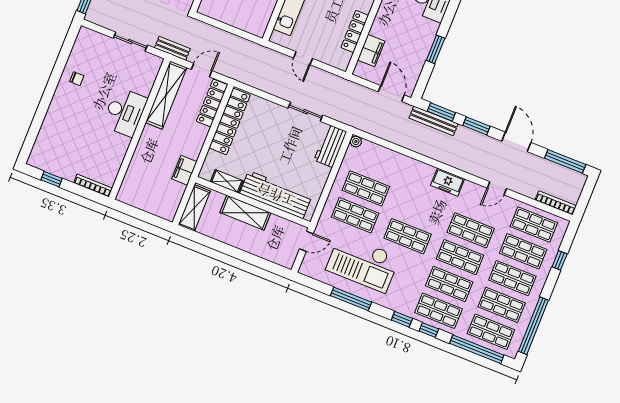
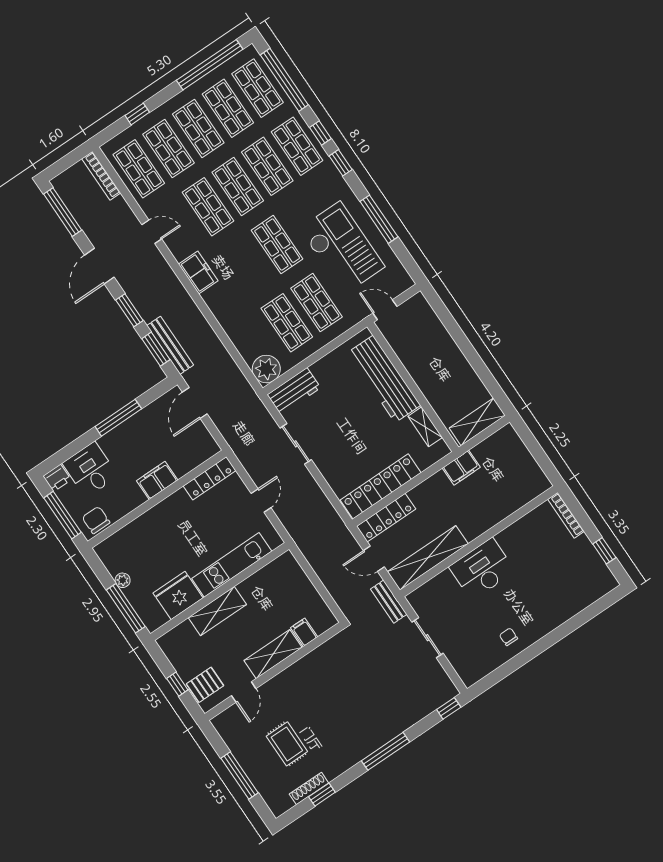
locker: (355, 31) -> (210, 478), moved
window: (436, 49) -> (118, 418), width x1.44
filing cabinet: (371, 51) -> (157, 480), moved
plant: (356, 142) -> (266, 369), width x1.88, depth x1.88
shelving: (245, 213) -> (428, 381), removed

